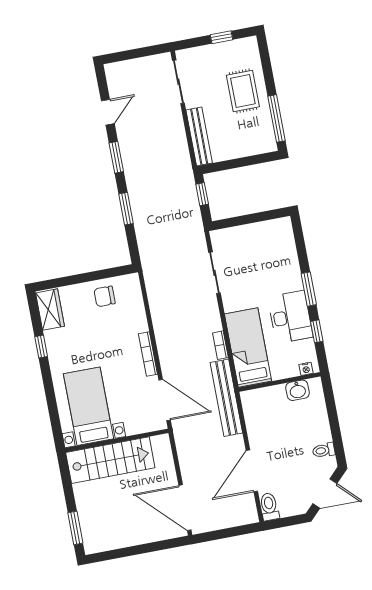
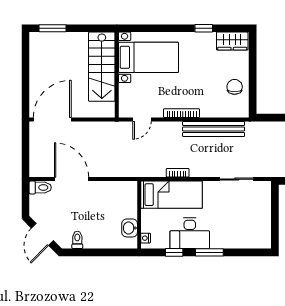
bench: (226, 398) -> (214, 129), moved
door: (165, 400) -> (142, 119), width x0.53

